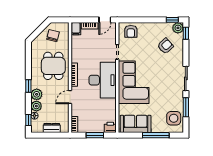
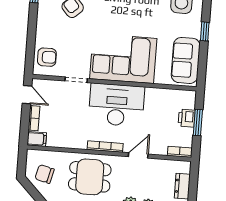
door: (70, 97) -> (138, 155), swing flipped
printer: (110, 127) -> (187, 118), moved
window: (156, 135) -> (205, 31), width x0.46

